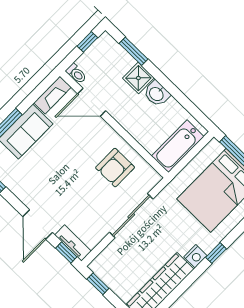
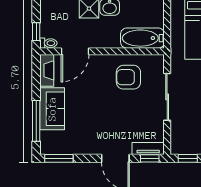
window: (87, 42) -> (36, 32), moved
bathtub: (178, 146) -> (142, 38), moved, turned 90
armchair: (115, 168) -> (128, 77), turned 90

